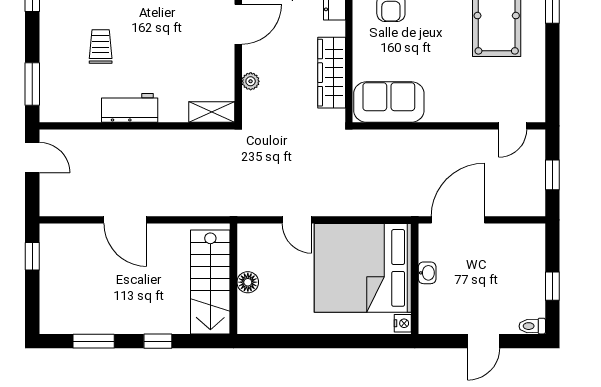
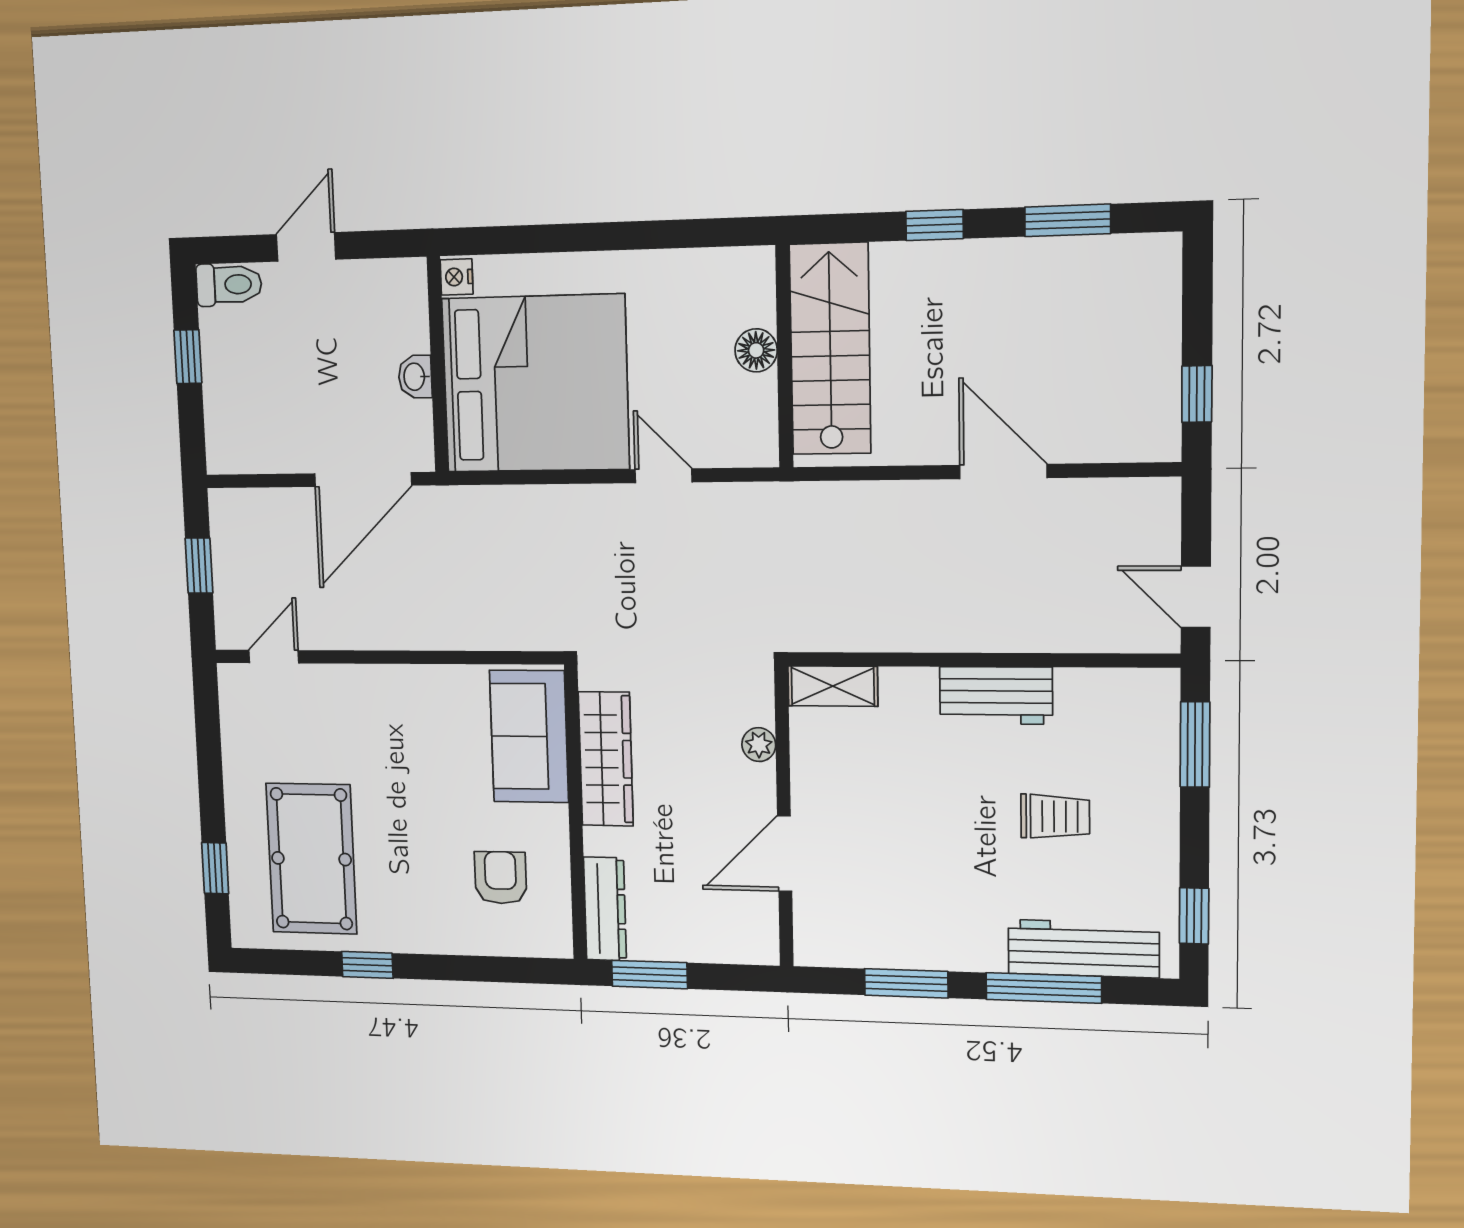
trolley: (101, 47) -> (1055, 816), turned -90
sofa: (389, 102) -> (529, 736), moved, turned 90
toilet: (532, 326) -> (229, 285), width x1.37, depth x1.39

